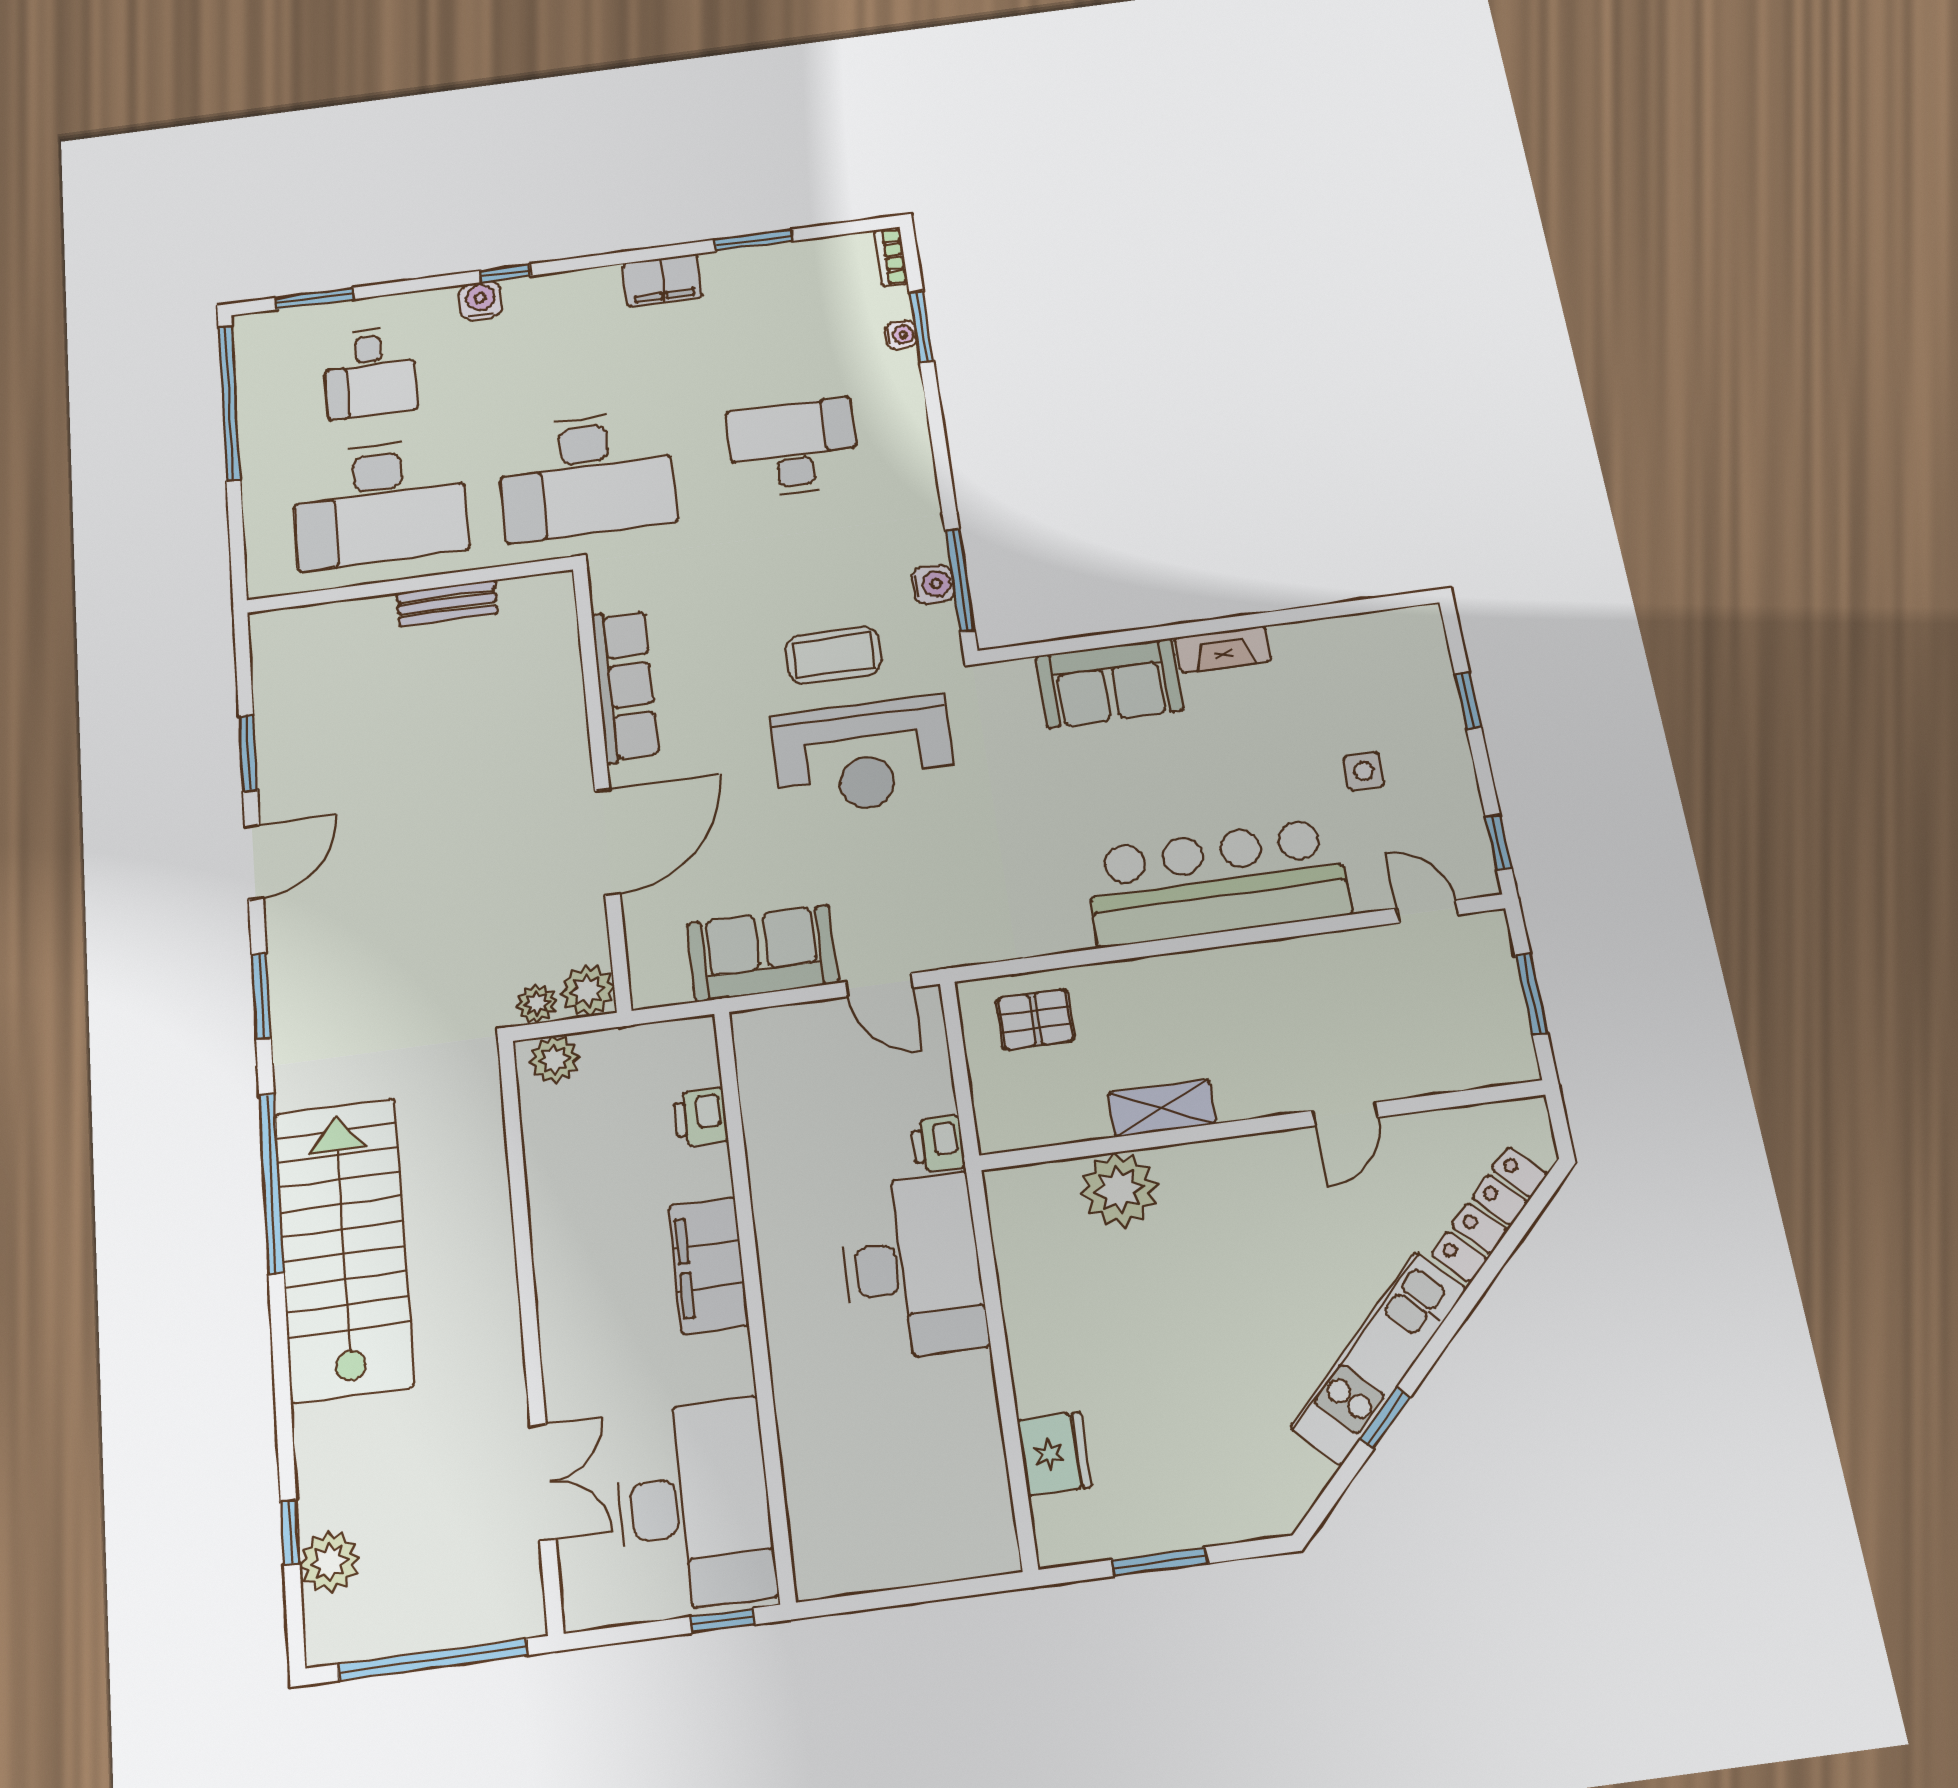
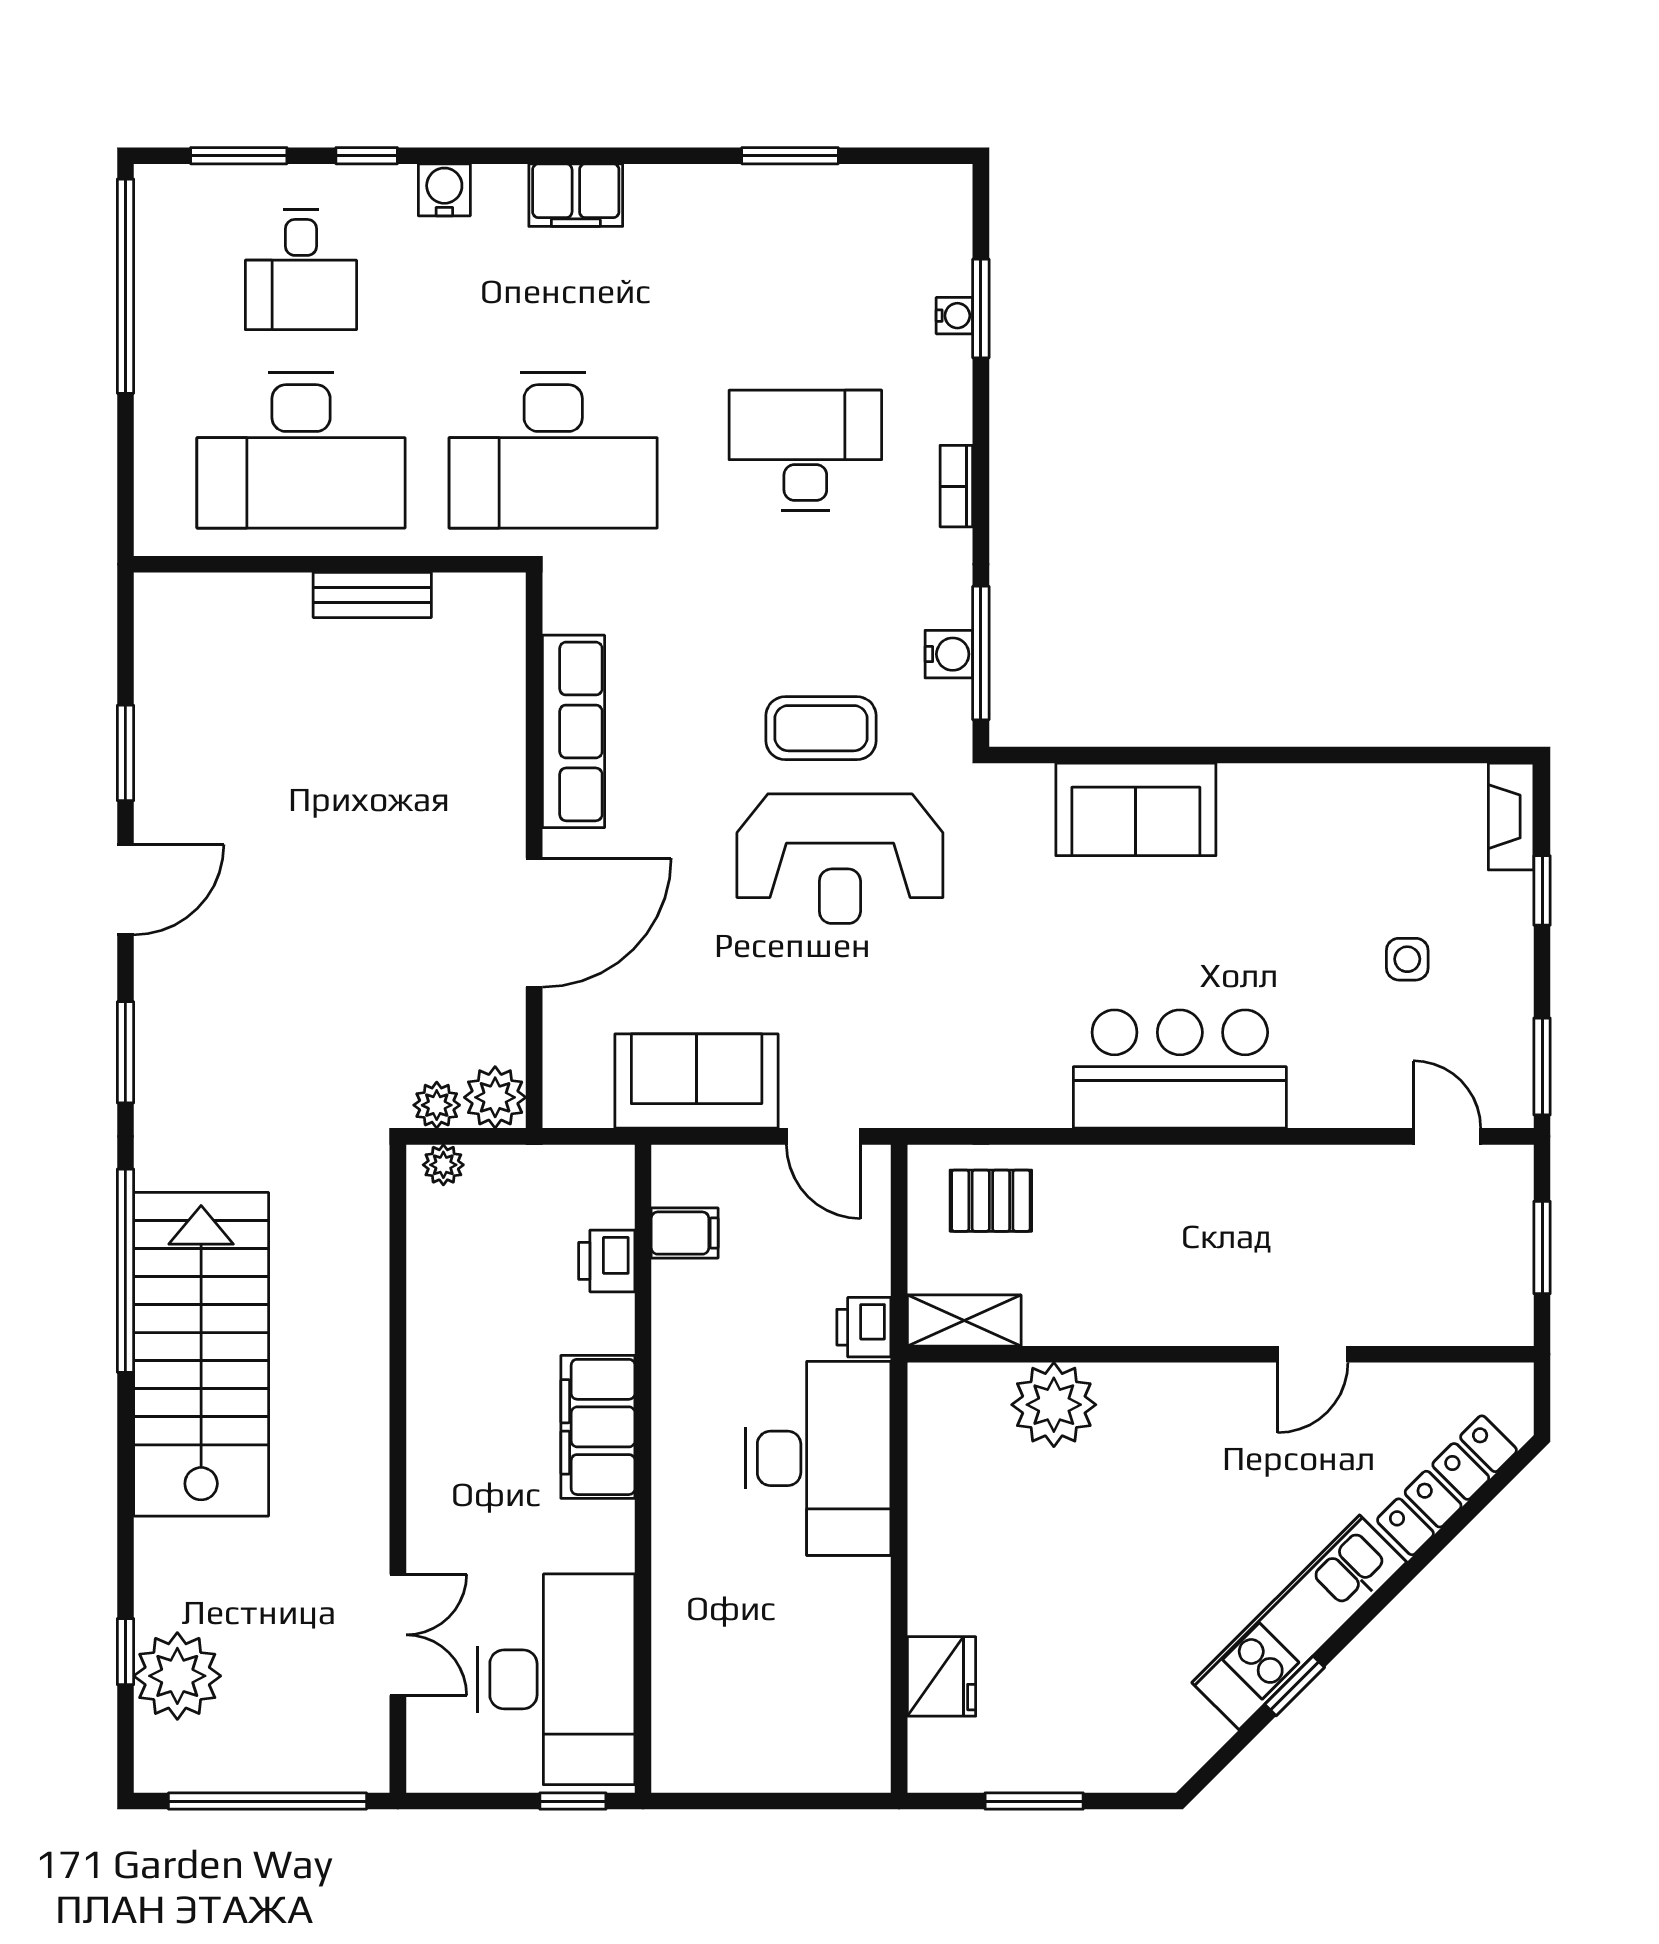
bookcase: (891, 257) -> (956, 486), moved
window: (505, 273) -> (367, 156), moved
filing cabinet: (663, 280) -> (576, 195), moved
fireplace: (1223, 649) -> (1511, 817), moved, turned 90
window: (1499, 843) -> (1542, 1066), width x1.50
bar counter: (1217, 882) -> (1180, 1069), width x0.73
plant: (555, 1059) -> (443, 1165), width x0.73, depth x0.73
filing cabinet: (767, 1084) -> (685, 1233), added
shelving: (1162, 1108) -> (964, 1321), moved
plant: (330, 1562) -> (177, 1676), width x1.36, depth x1.36

